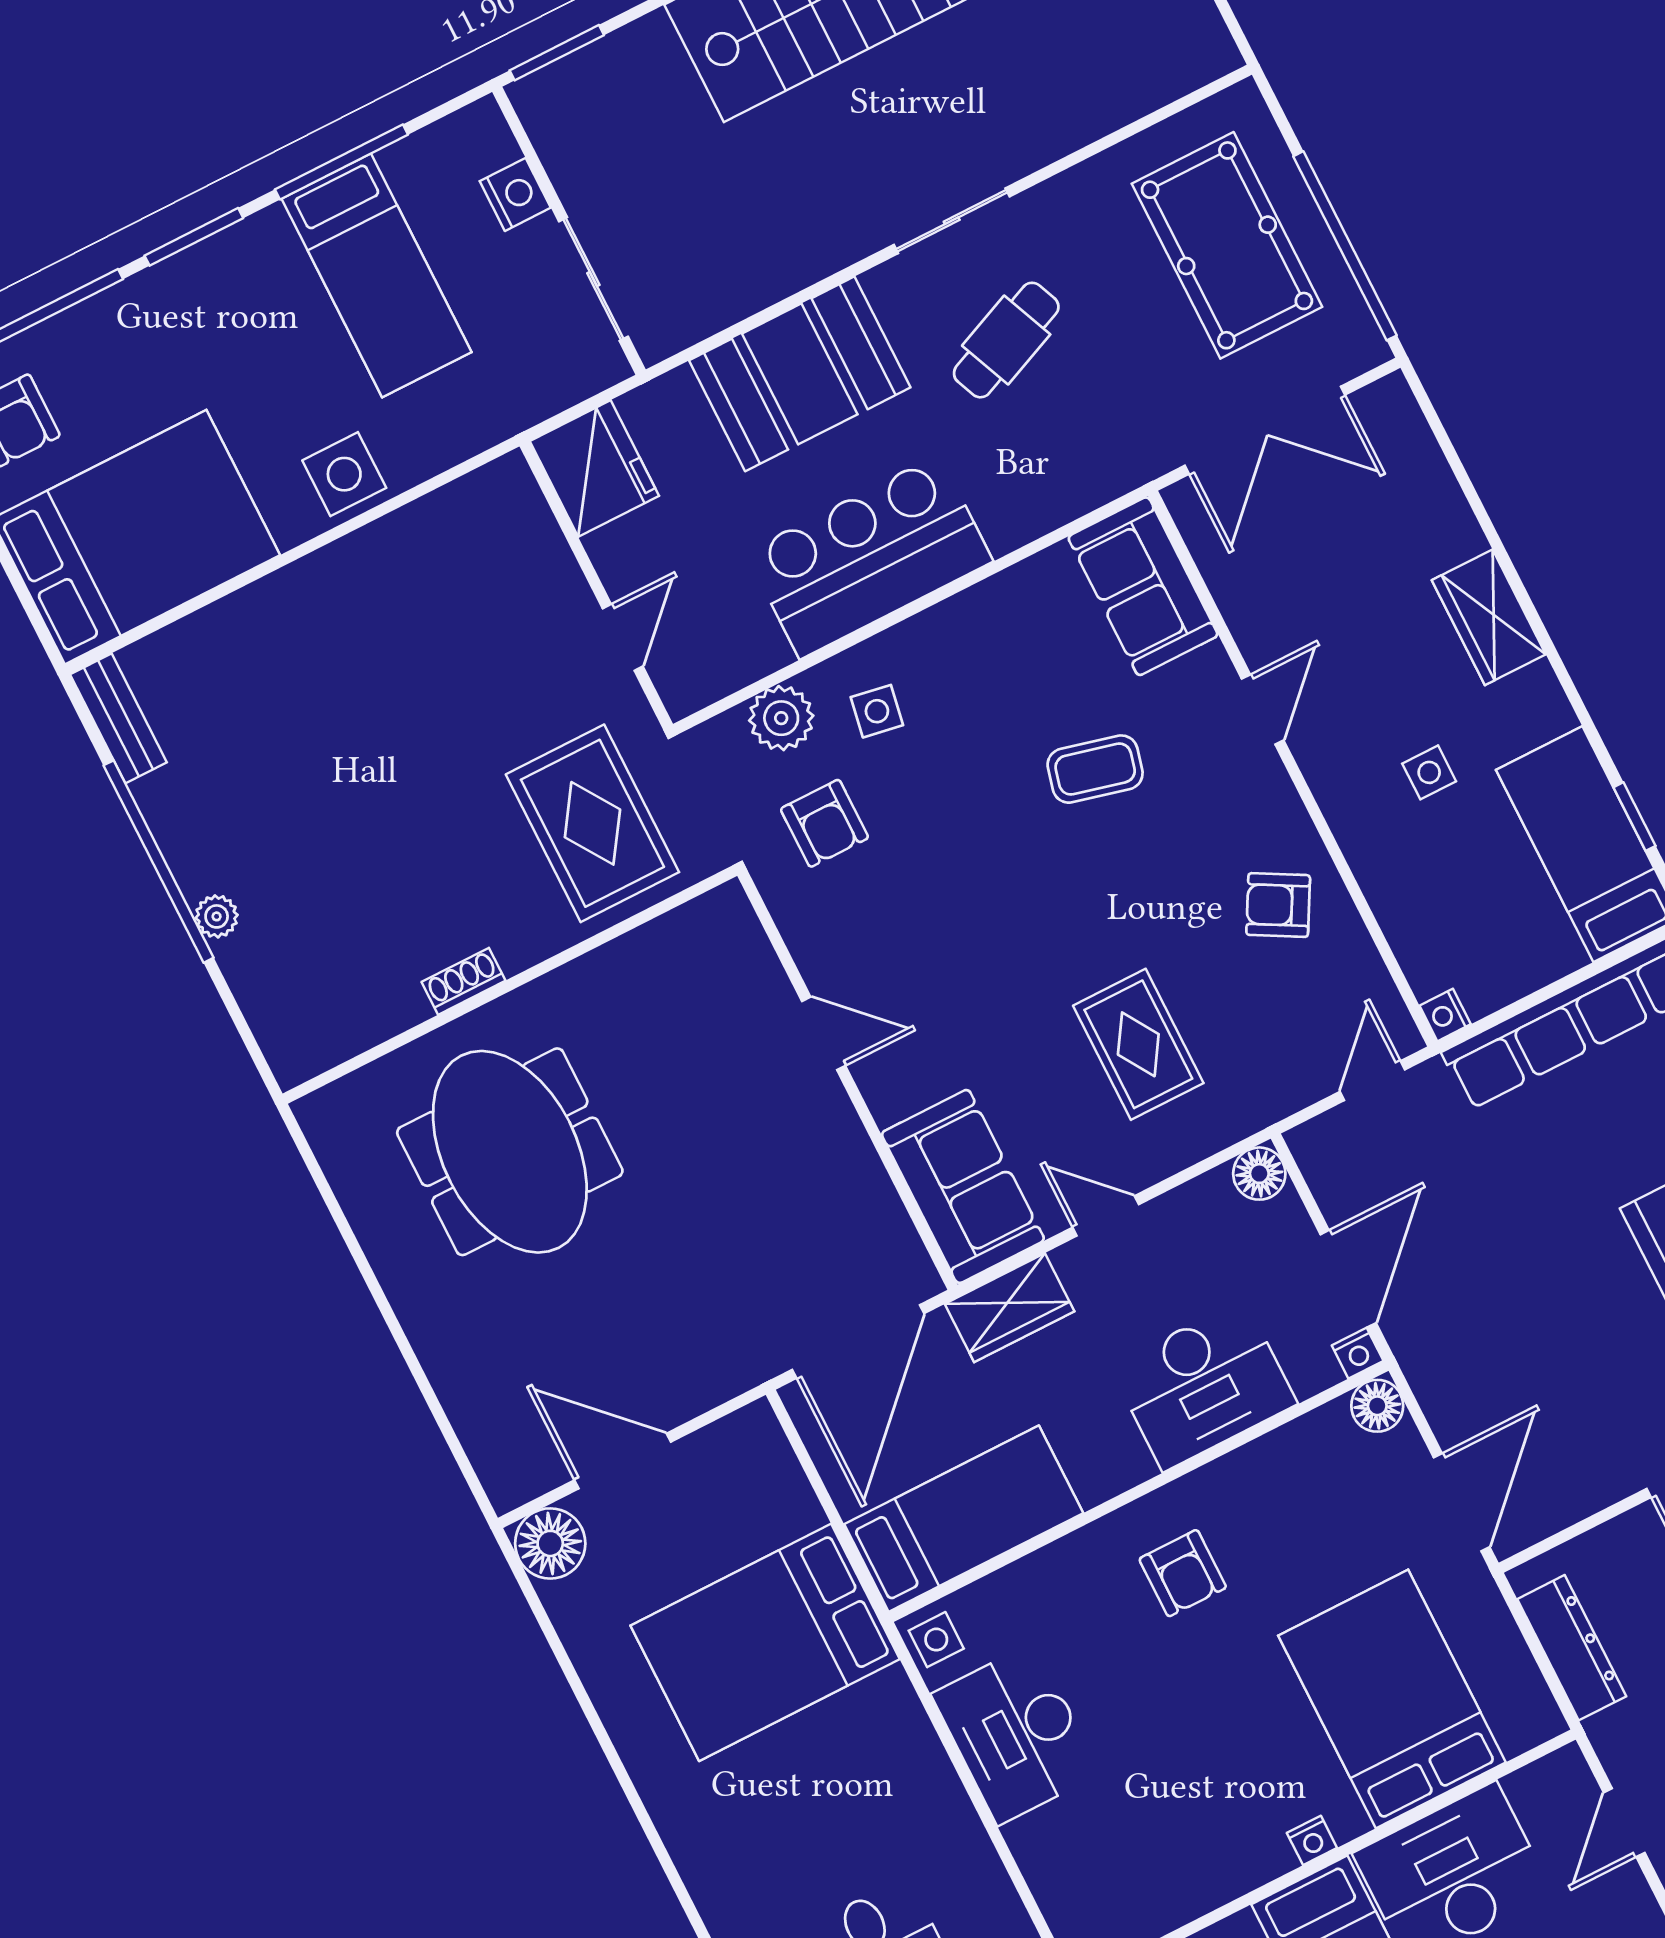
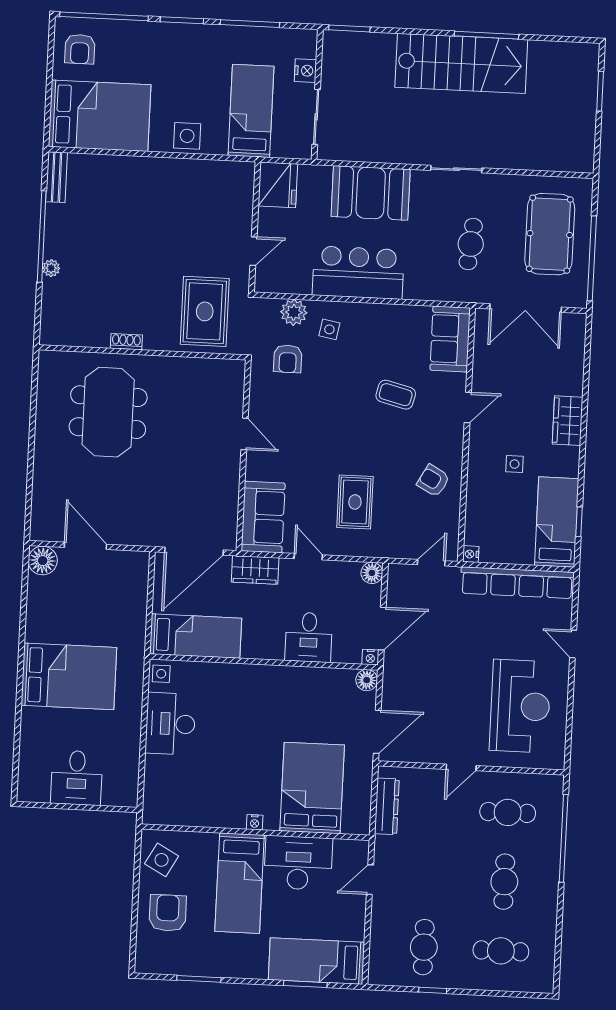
bed: (377, 275) -> (251, 111), moved, turned 180
cafe table: (1006, 340) -> (471, 244), moved, turned -61
desk: (1203, 1385) -> (309, 637), width x0.73
armchair: (1183, 1573) -> (263, 700), removed
bed: (765, 1642) -> (69, 676), moved, turned 180

